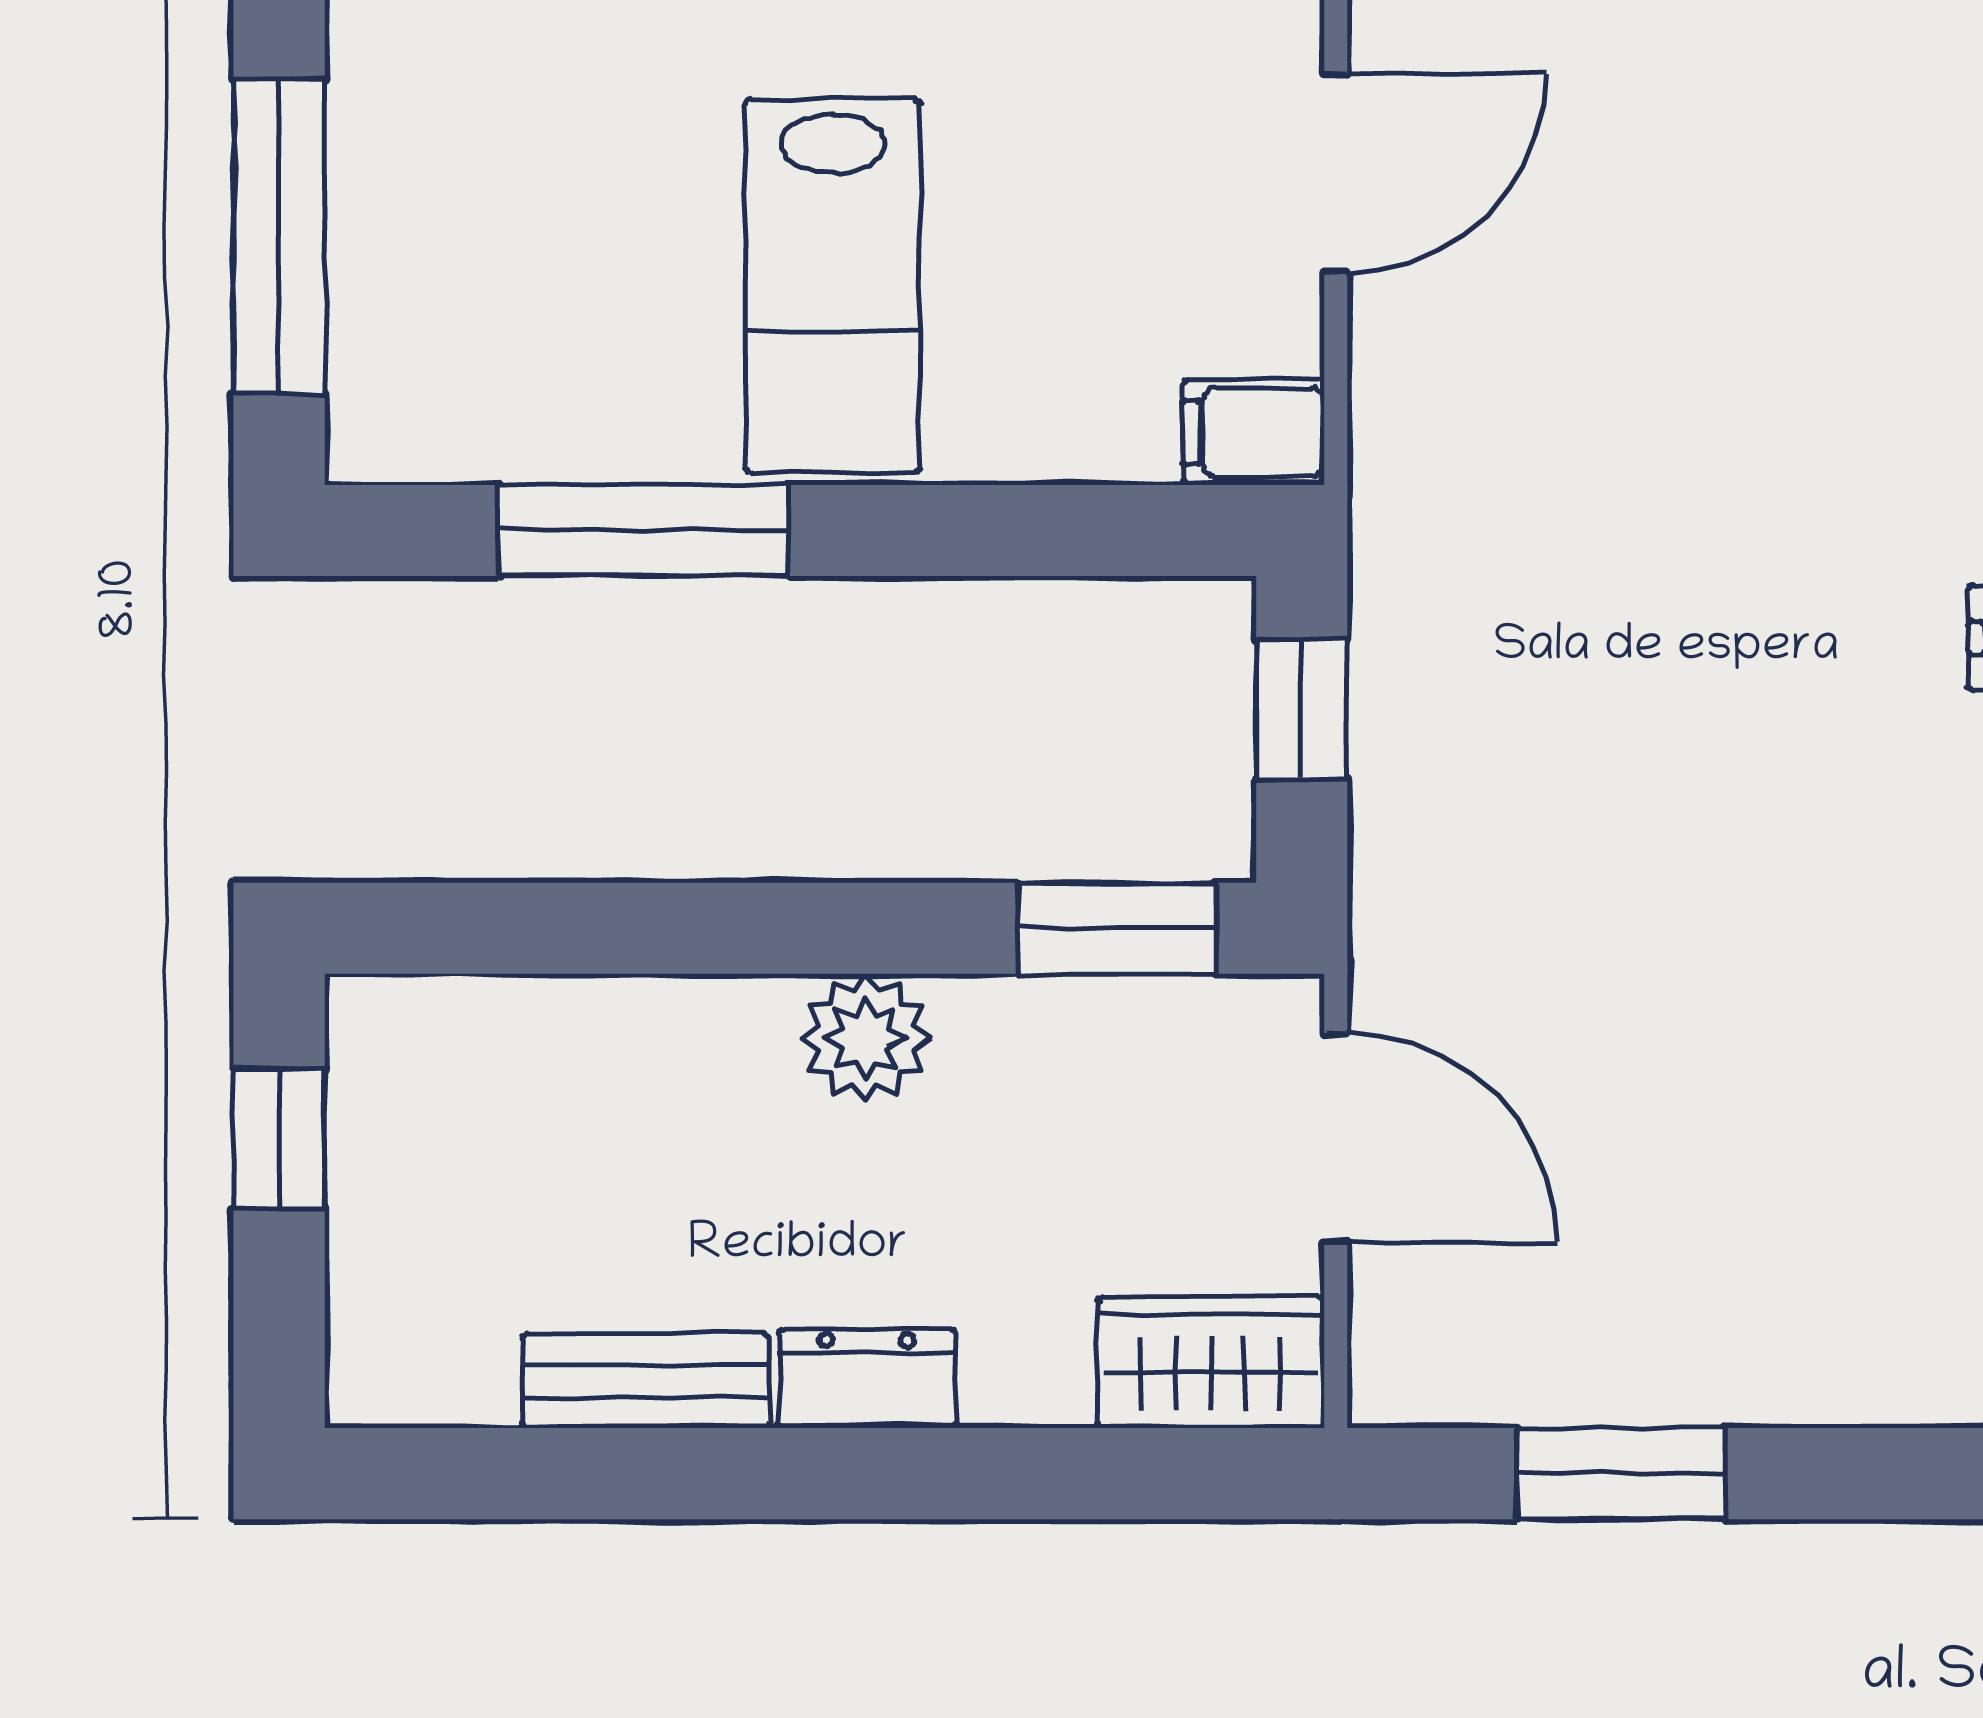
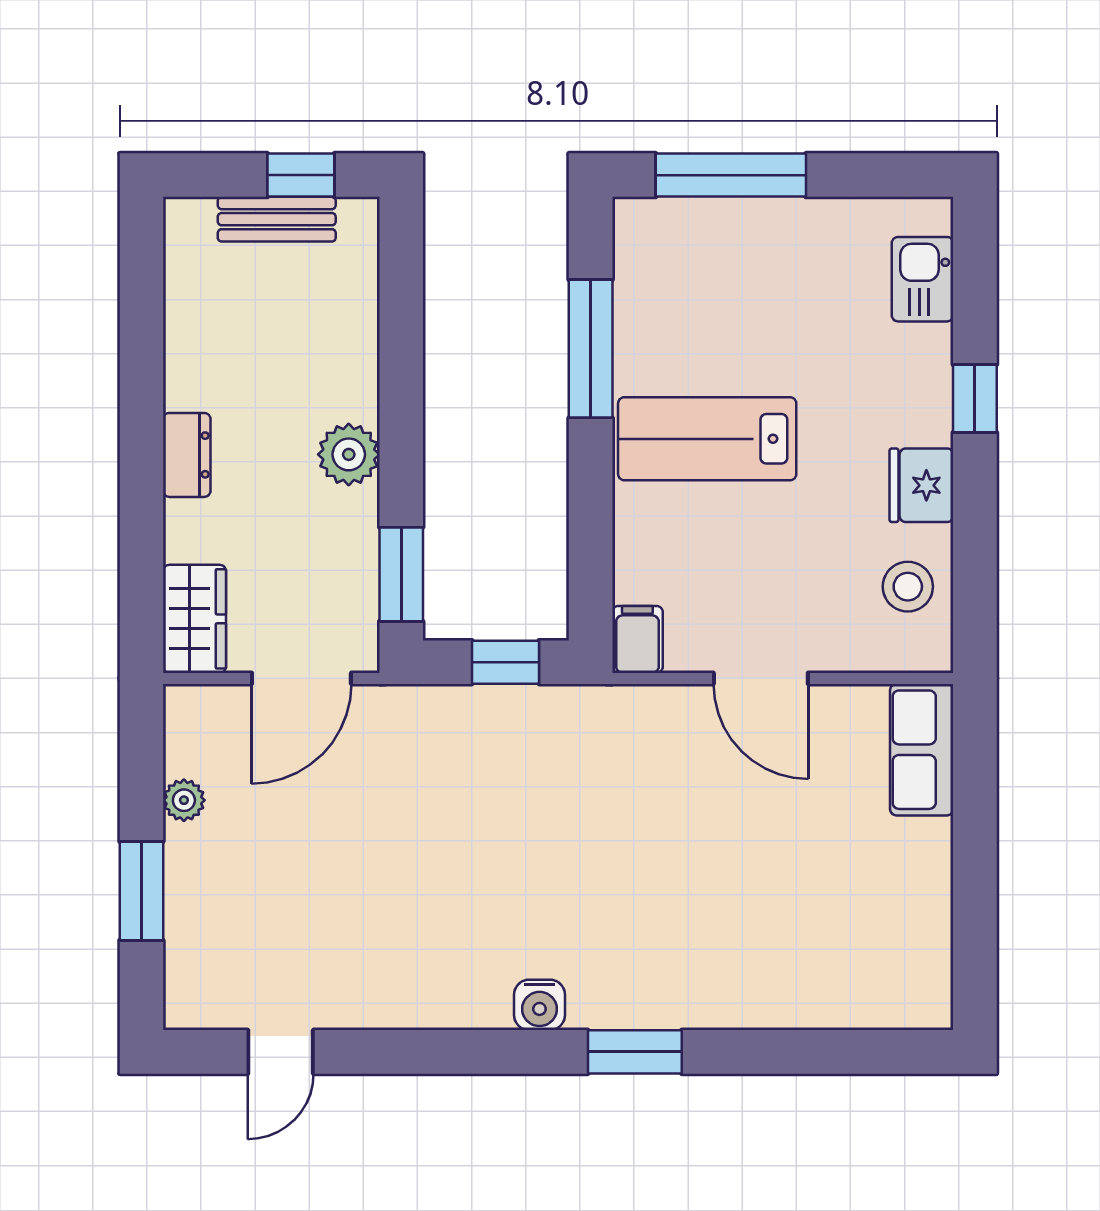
bench: (646, 1381) -> (277, 219), moved, turned 90
plant: (1591, 1384) -> (184, 800), added
window: (1621, 1474) -> (141, 891), moved

